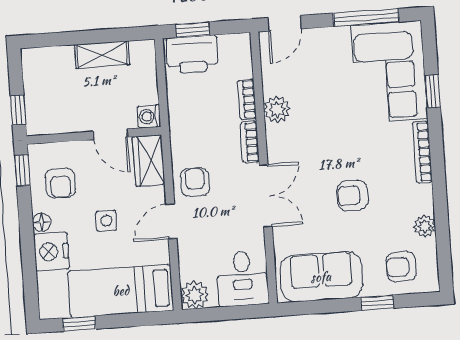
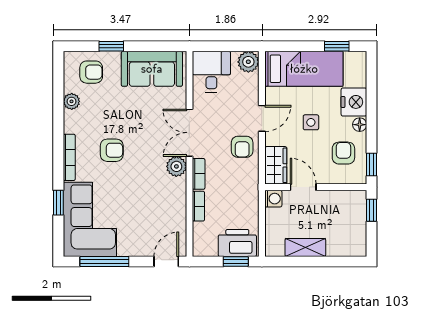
plant: (277, 109) -> (176, 166), moved
armchair: (353, 195) -> (112, 150), moved

